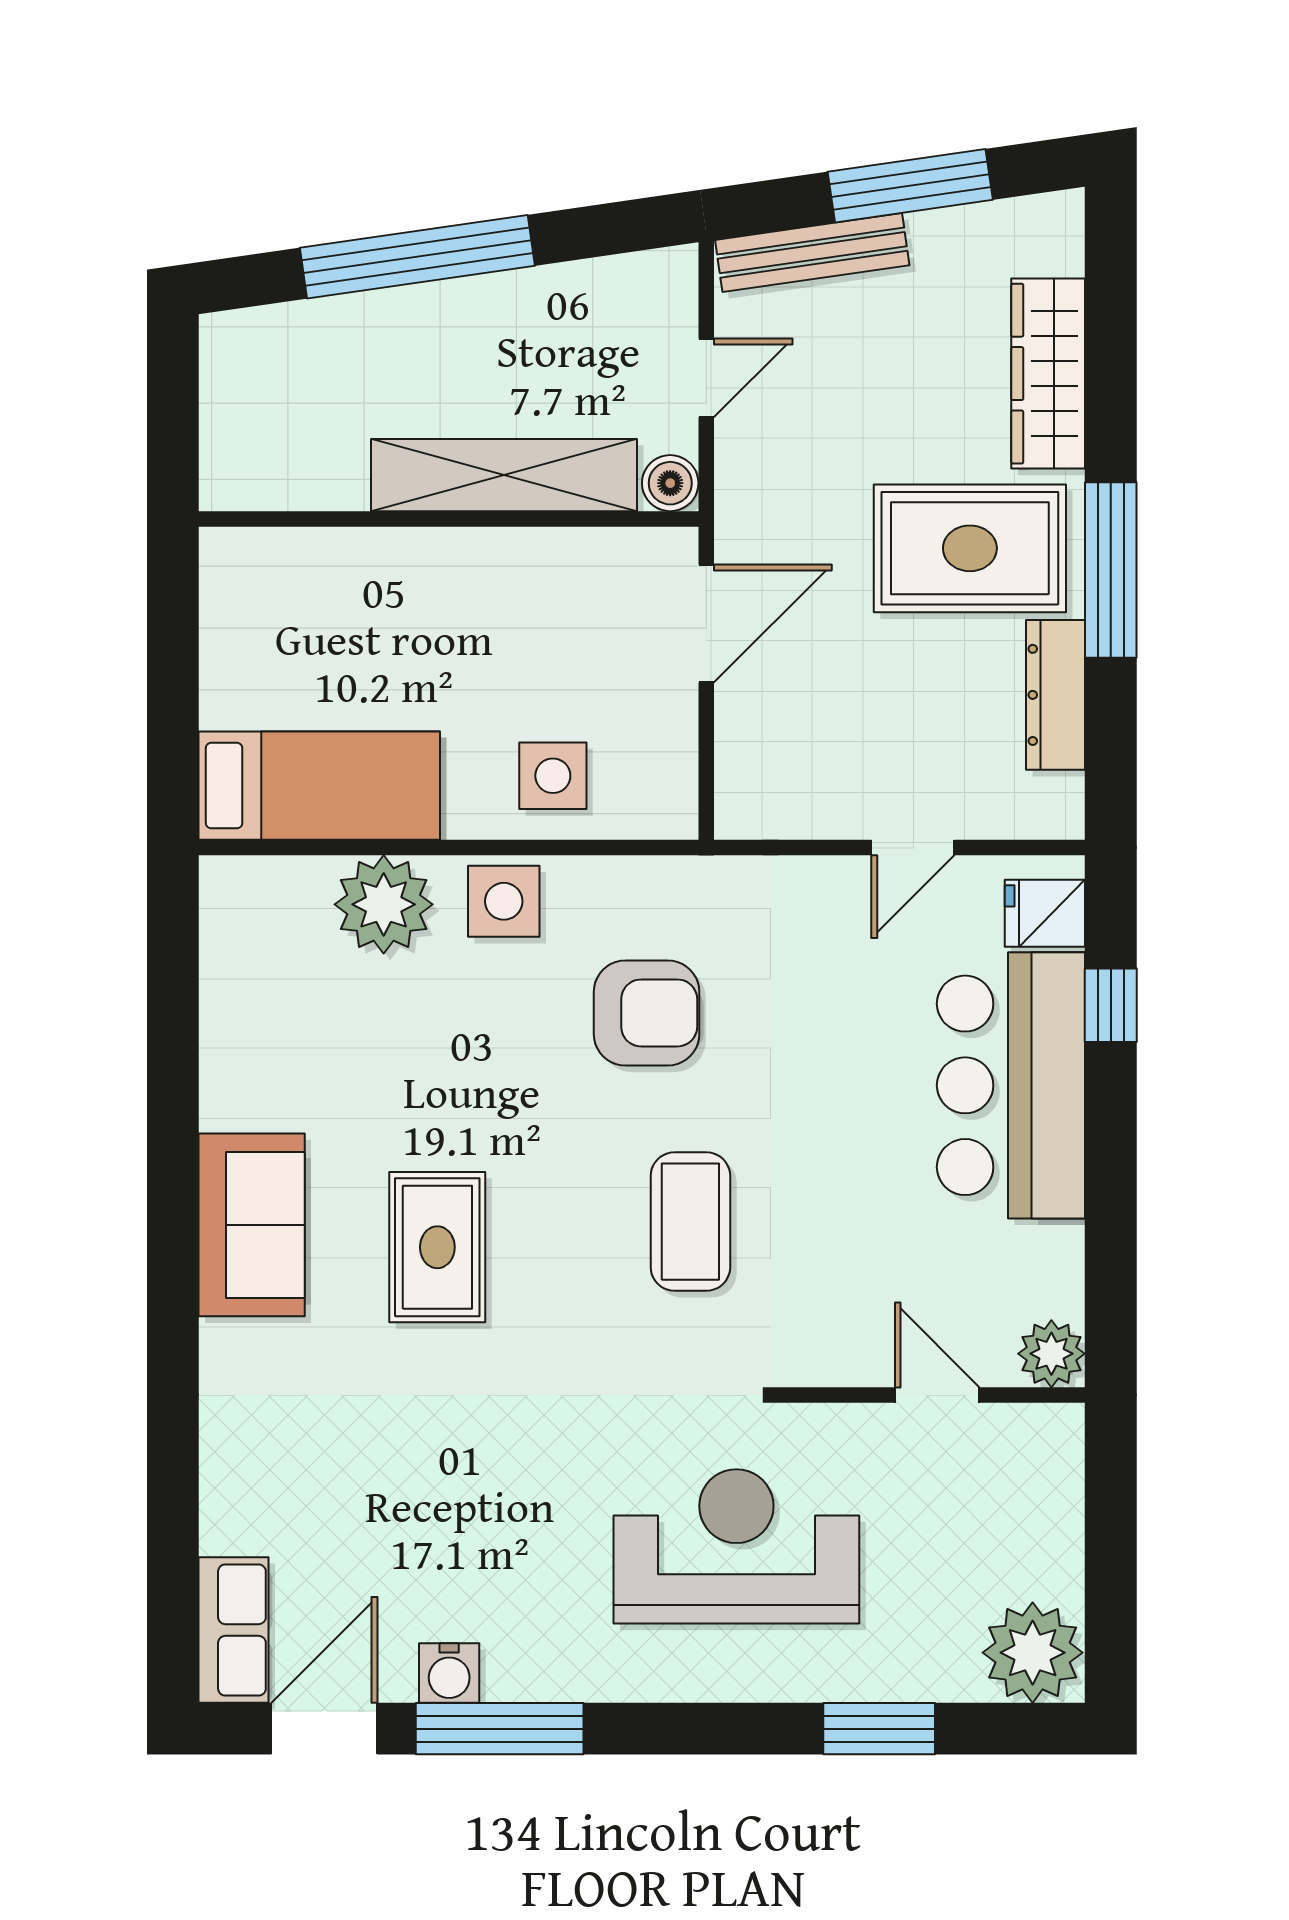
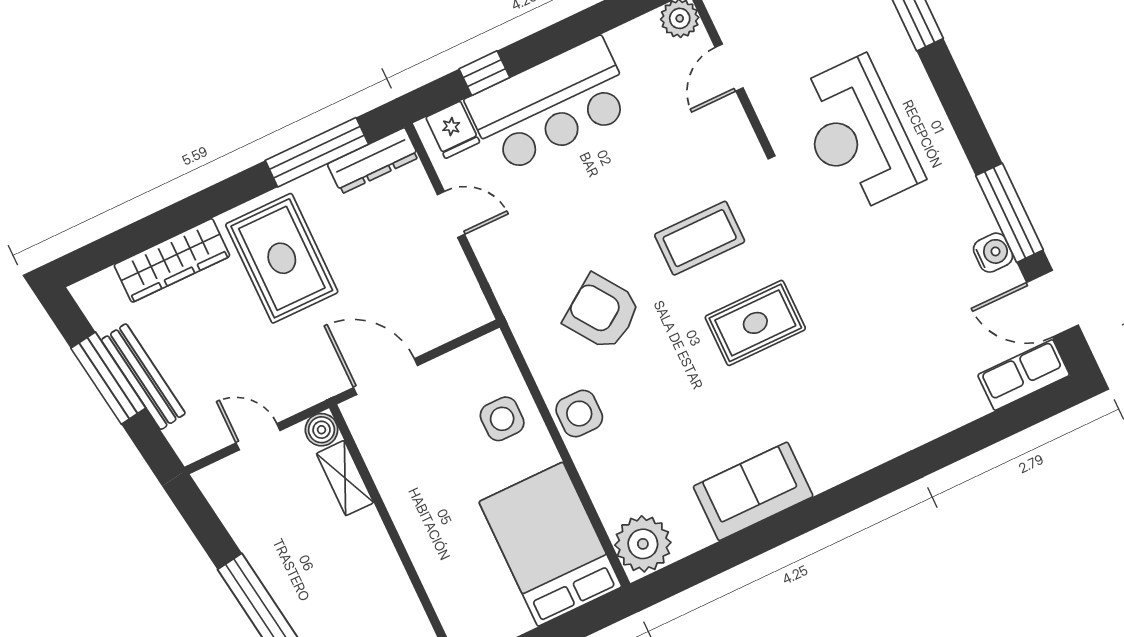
bench: (812, 253) -> (143, 377), moved
shelving: (504, 475) -> (345, 478), width x0.45, depth x0.75
window: (1111, 570) -> (317, 152), moved
dresser: (1056, 695) -> (373, 161), moved
bed: (319, 786) -> (550, 544), width x1.50
plant: (384, 904) -> (643, 544), moved
armchair: (647, 1013) -> (602, 312), turned -35
sofa: (252, 1225) -> (753, 491), moved
rug: (437, 1247) -> (755, 323), moved

